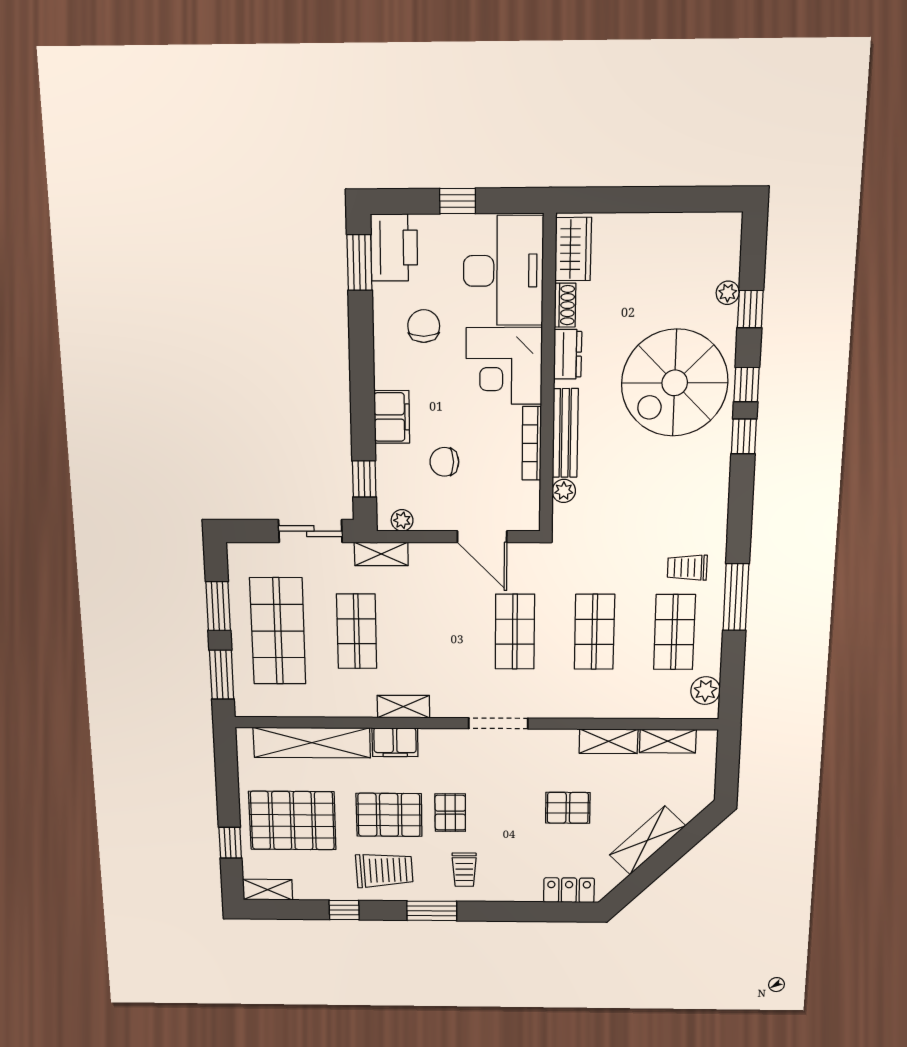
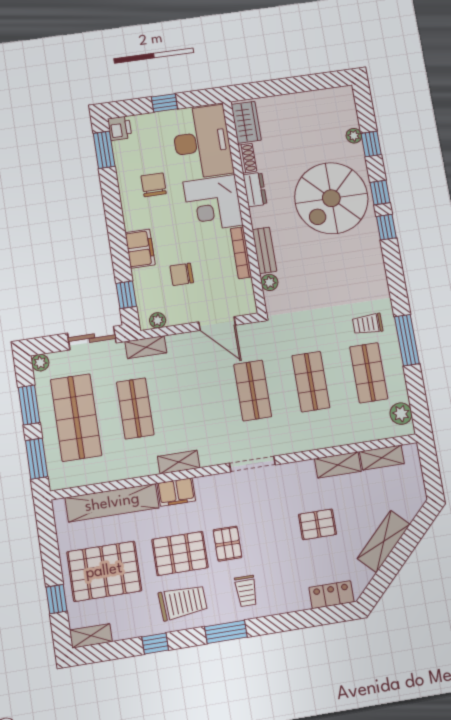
printer: (394, 248) -> (120, 128), width x0.53, depth x0.68
bench: (565, 433) -> (264, 250), width x0.73
plant: (238, 553) -> (40, 363), added

